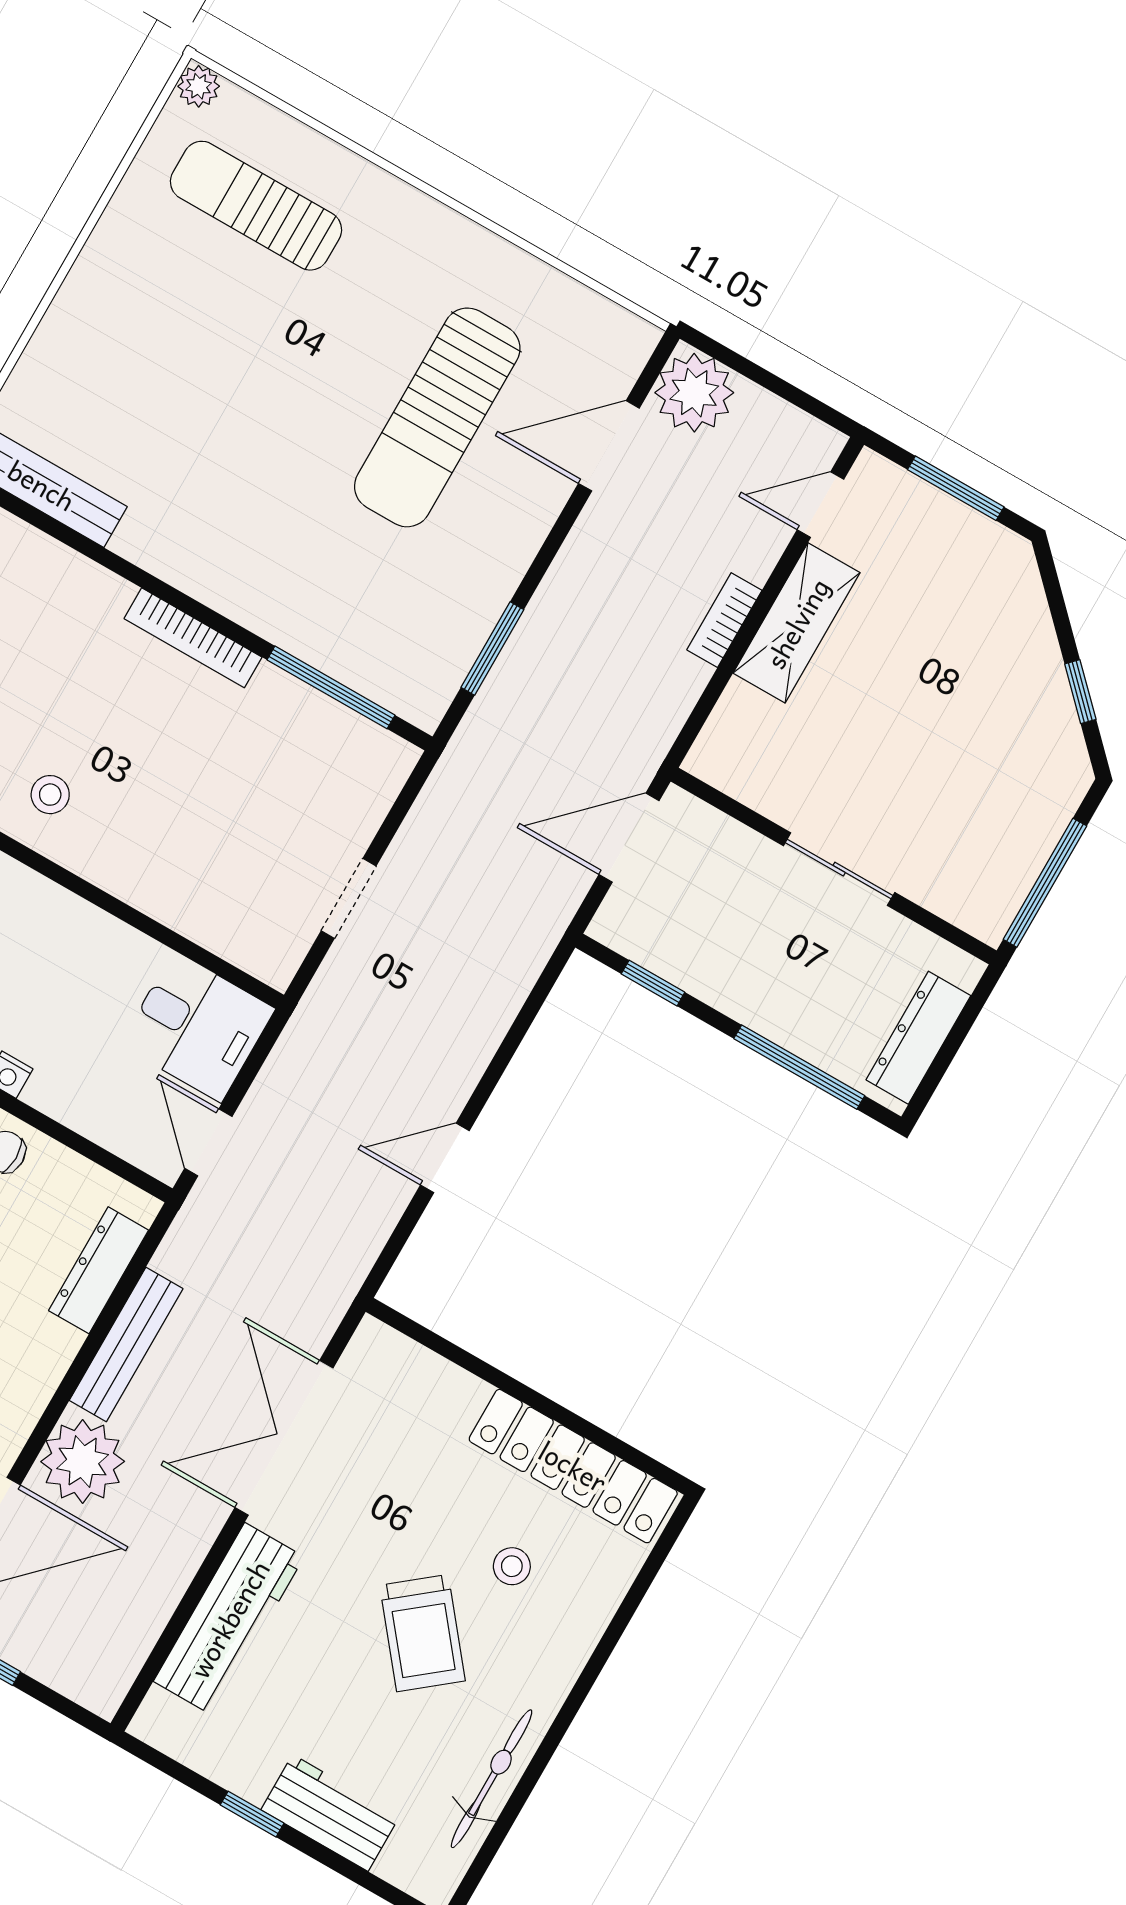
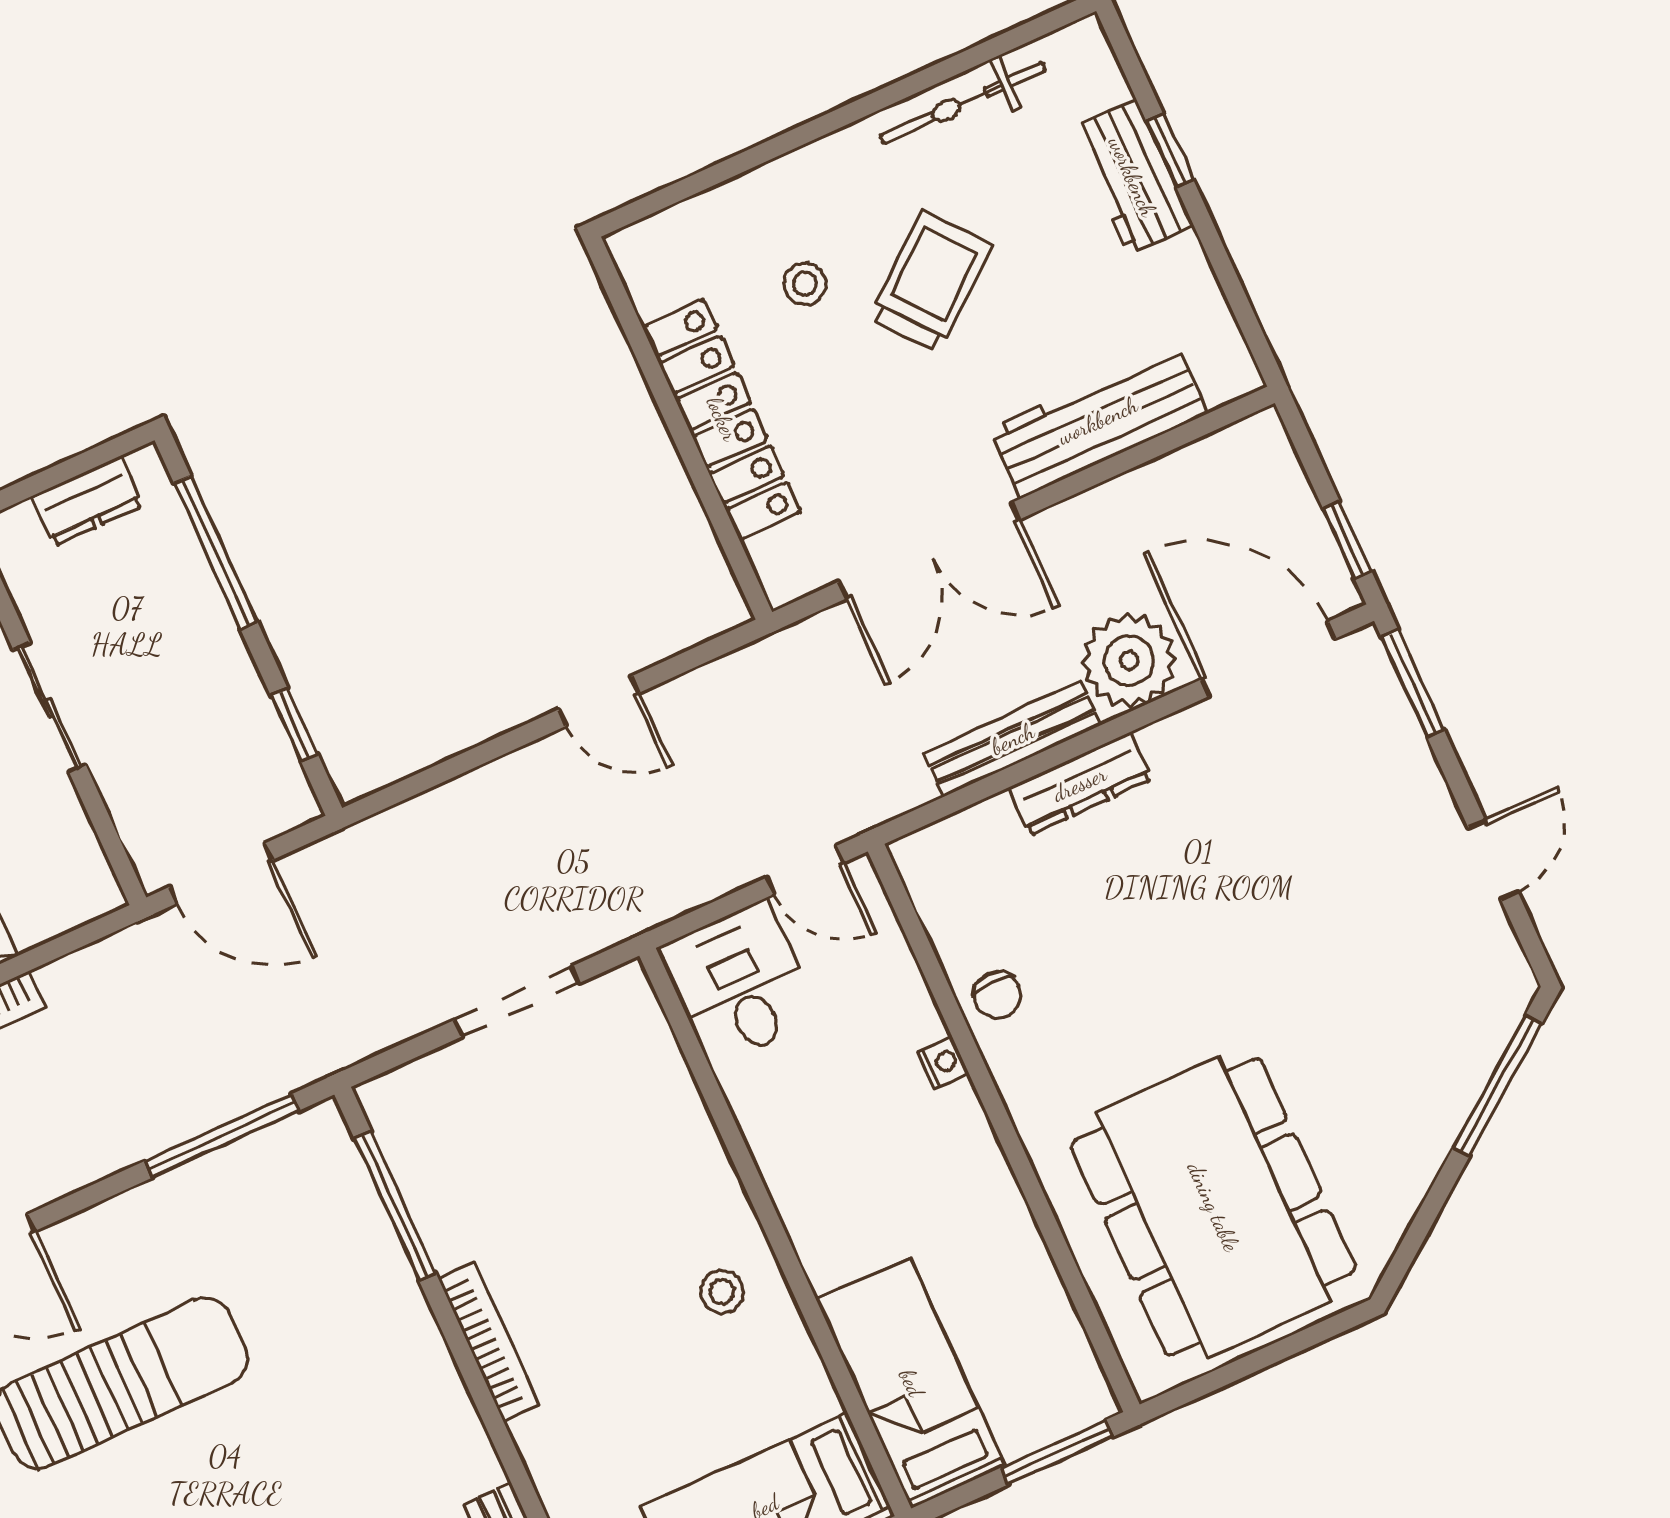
window: (492, 648) -> (222, 1136), width x1.44
doorway: (349, 898) -> (517, 1001), width x1.38
dresser: (918, 1038) -> (87, 501), width x0.70
door: (208, 1142) -> (805, 870), hinge flipped
dresser: (99, 1270) -> (1080, 784), moved
locker: (573, 1466) -> (722, 419), moved
window: (252, 1814) -> (1170, 151), moved

